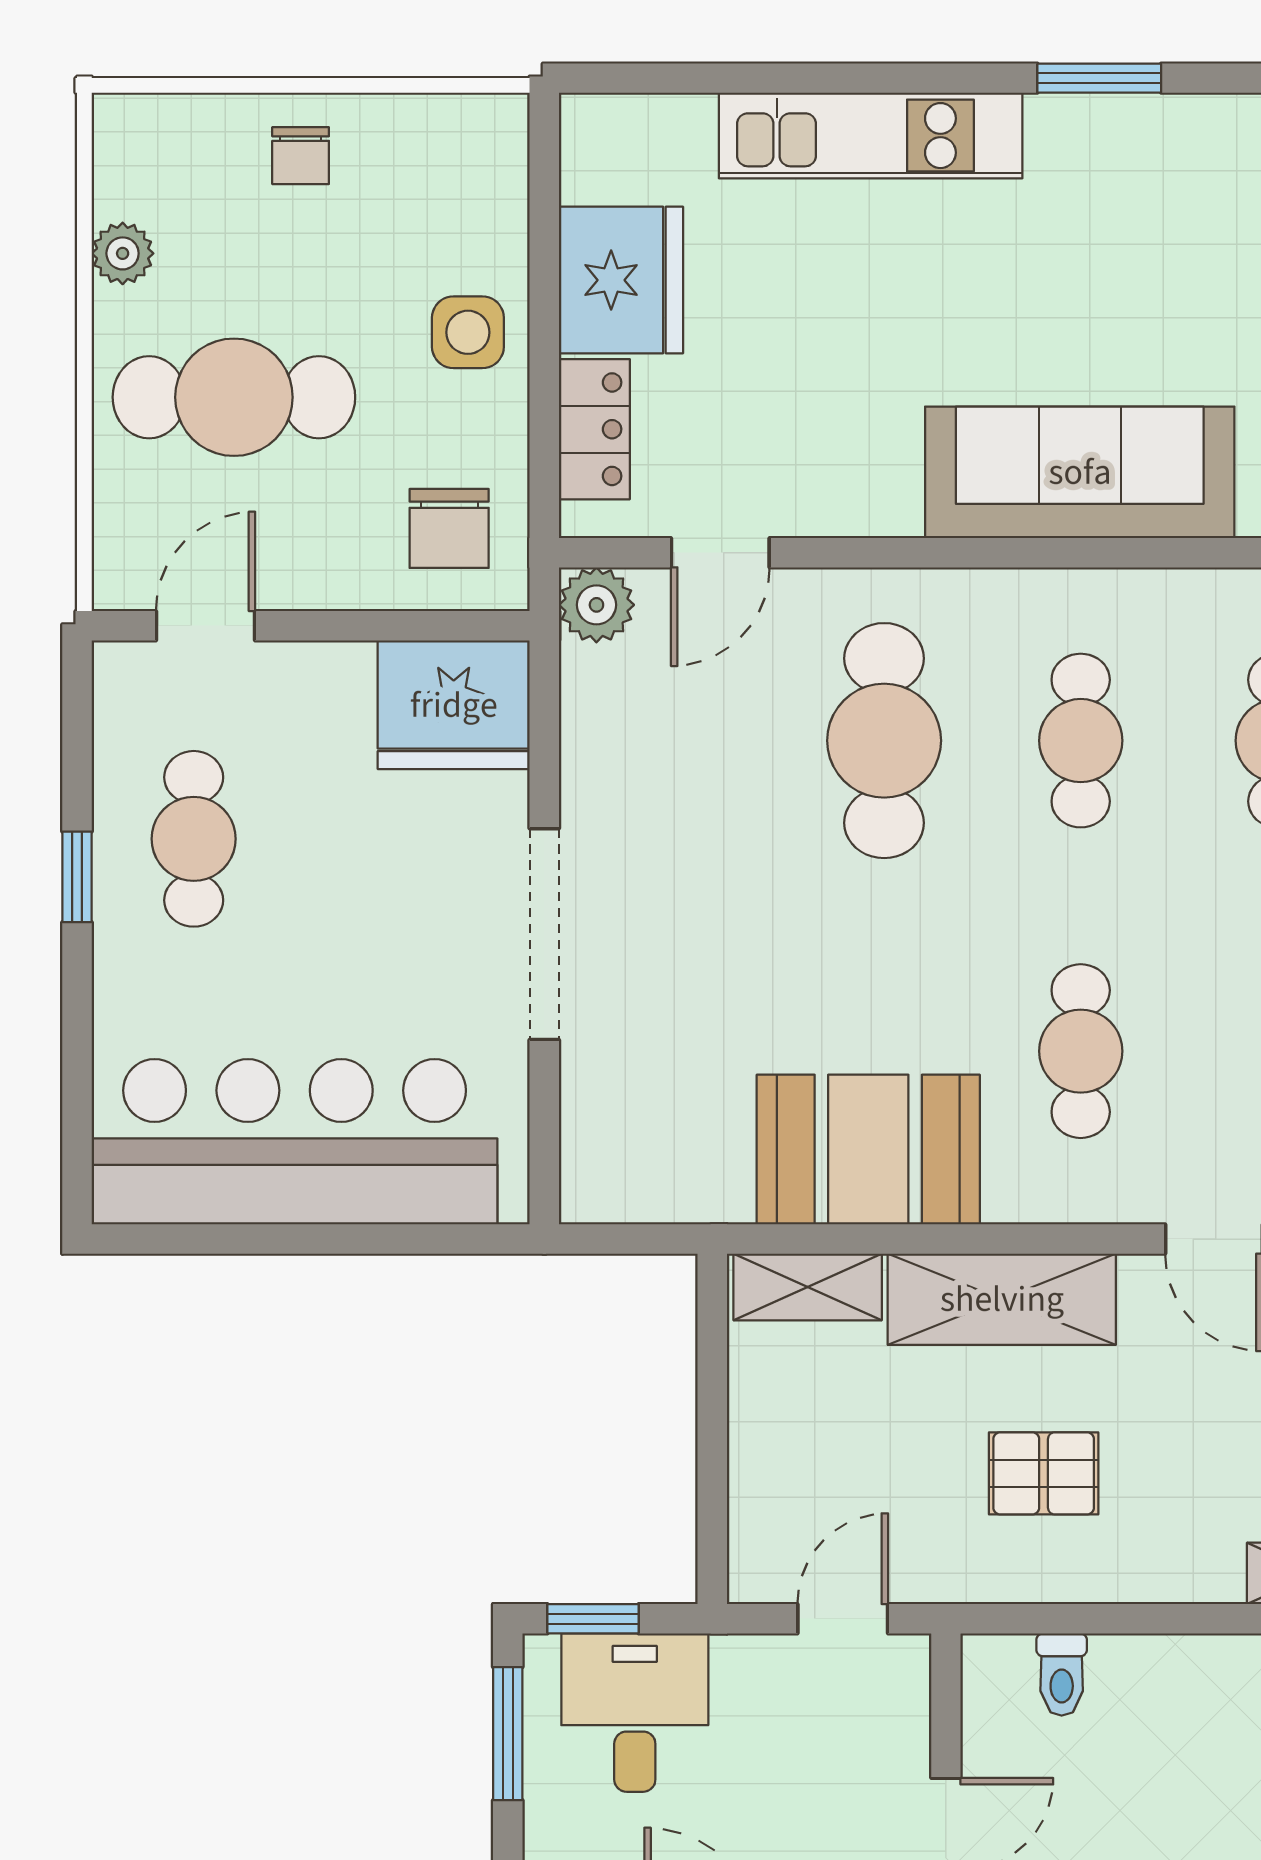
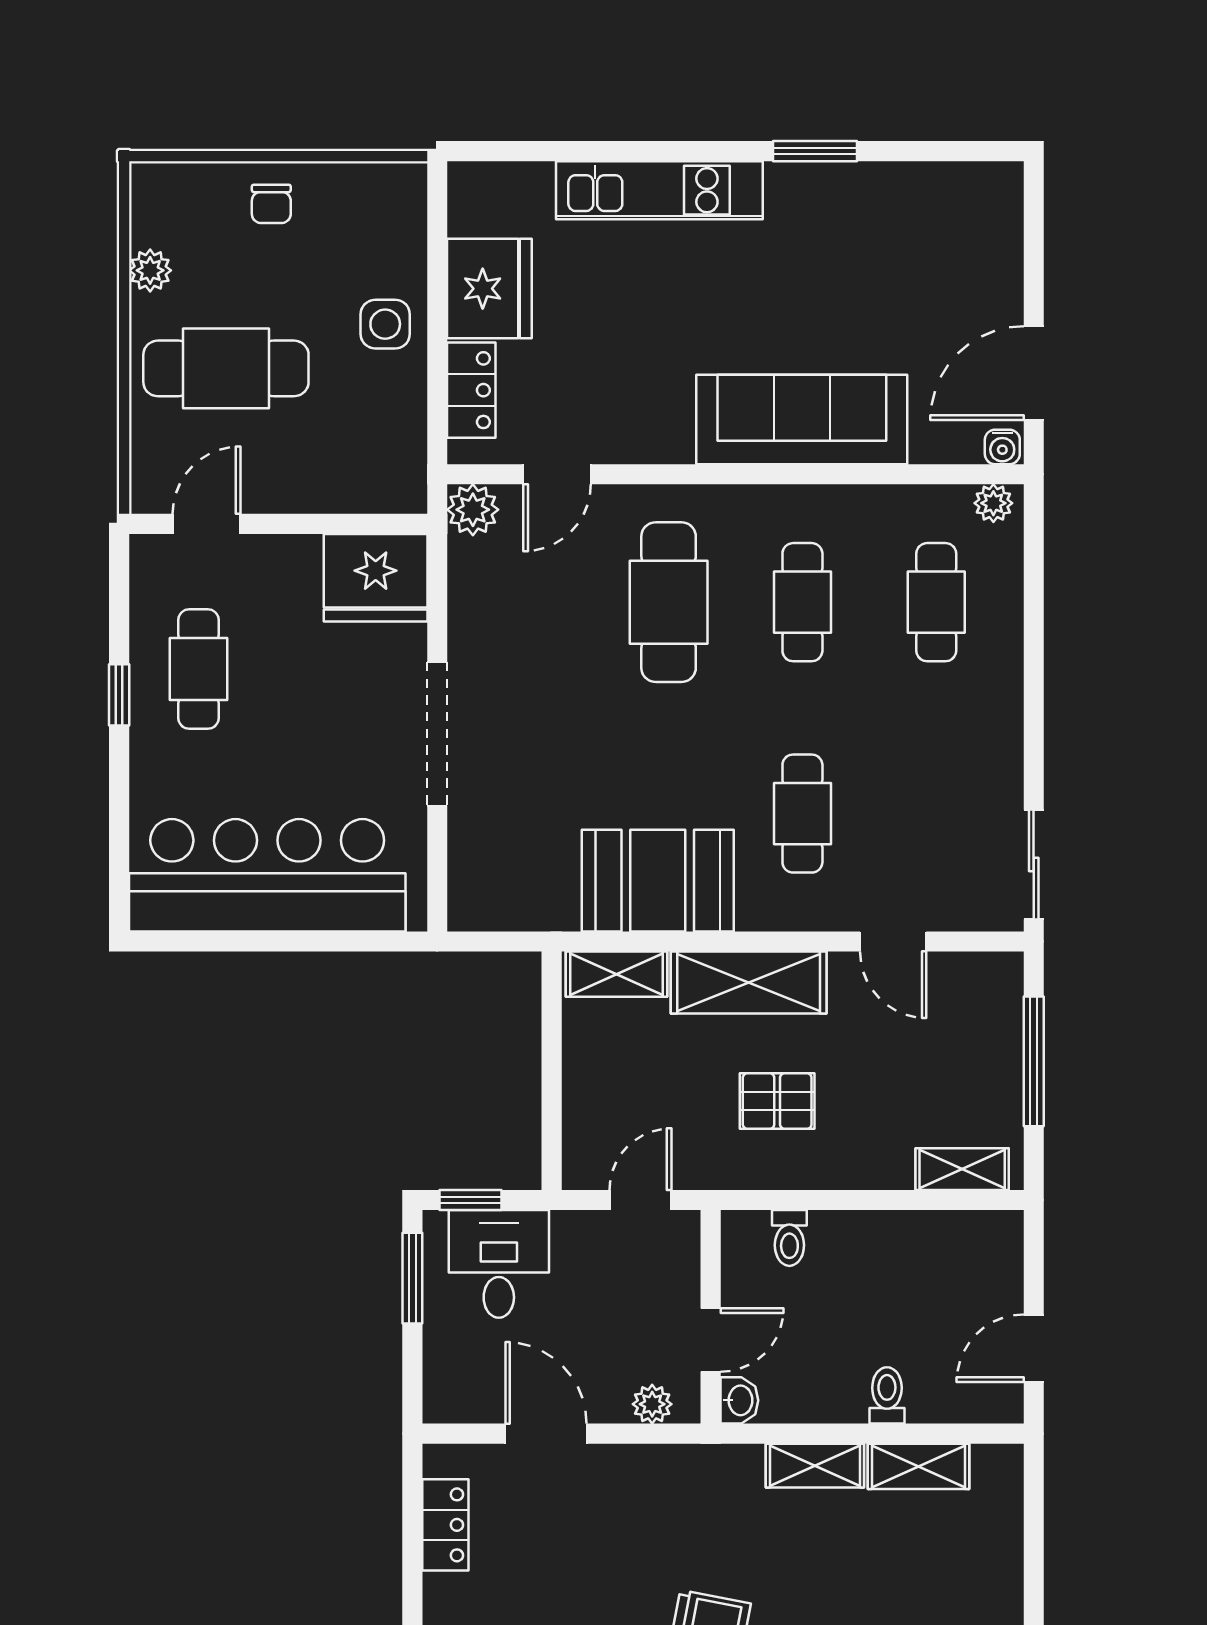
chair: (449, 528) -> (372, 458), removed

